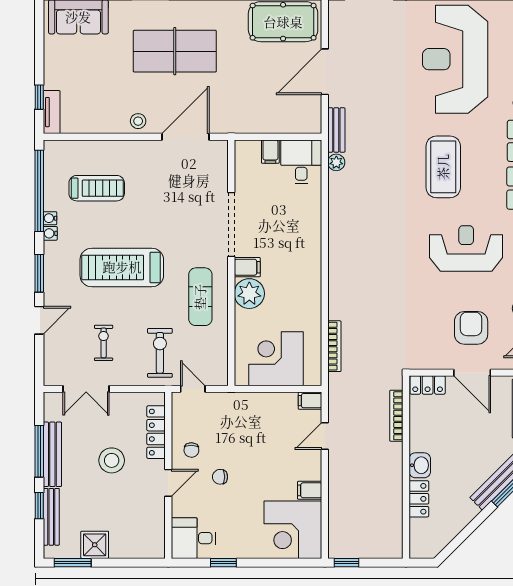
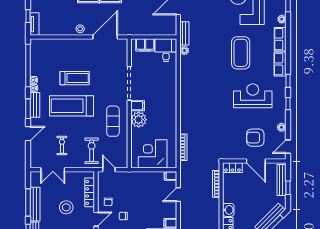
filing cabinet: (270, 152) -> (145, 45), width x2.00
treadmill: (97, 188) -> (75, 78), moved
bench: (52, 266) -> (35, 105), added
armchair: (471, 328) -> (255, 138), turned -90

